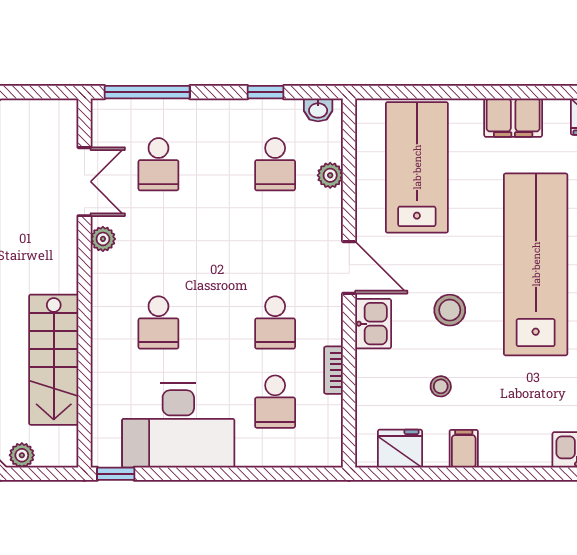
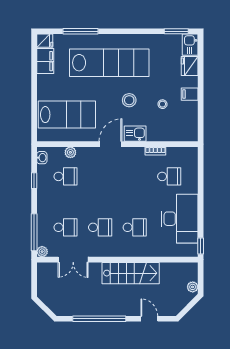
filing cabinet: (513, 118) -> (45, 61), moved
lab bench: (417, 167) -> (67, 115), turned 180
double door: (84, 182) -> (73, 260), swing flipped
plant: (103, 239) -> (42, 252), moved
lab bench: (536, 264) -> (109, 63), turned 180
school desk: (275, 323) -> (100, 227), moved
stairs: (54, 360) -> (131, 273), moved
fridge: (400, 449) -> (190, 66), moved

